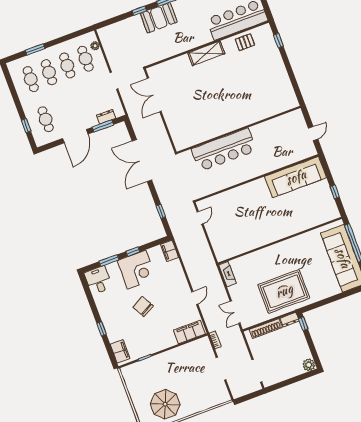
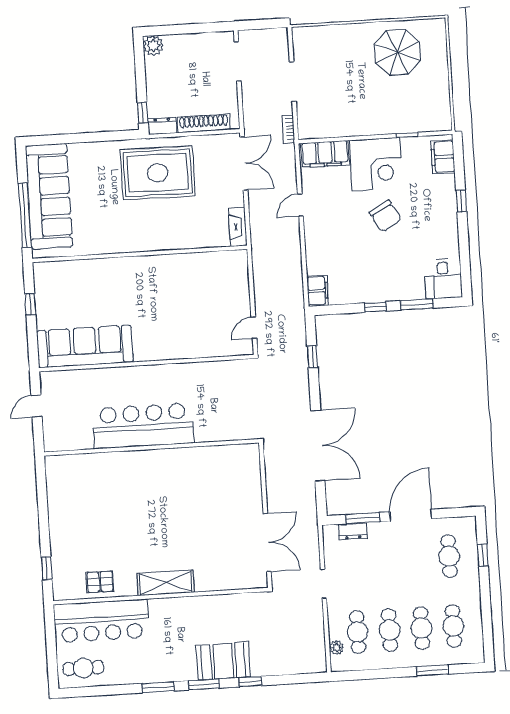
bar counter: (224, 150) -> (143, 426), moved
corner desk: (137, 270) -> (376, 164), moved, turned 180
double door: (235, 312) -> (244, 163), width x1.37

